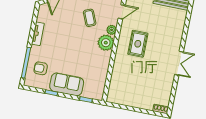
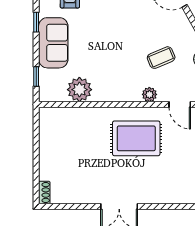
plant: (106, 43) -> (79, 90), moved
rug: (138, 44) -> (136, 138), width x1.36, depth x1.43

